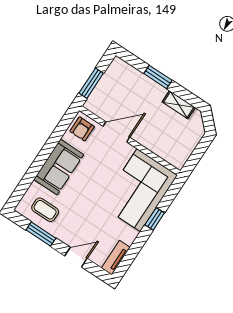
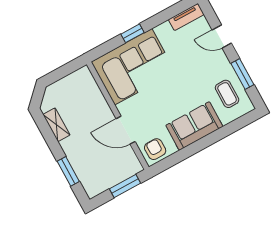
window: (158, 77) -> (68, 171), moved
armchair: (82, 129) -> (155, 149), turned -90

